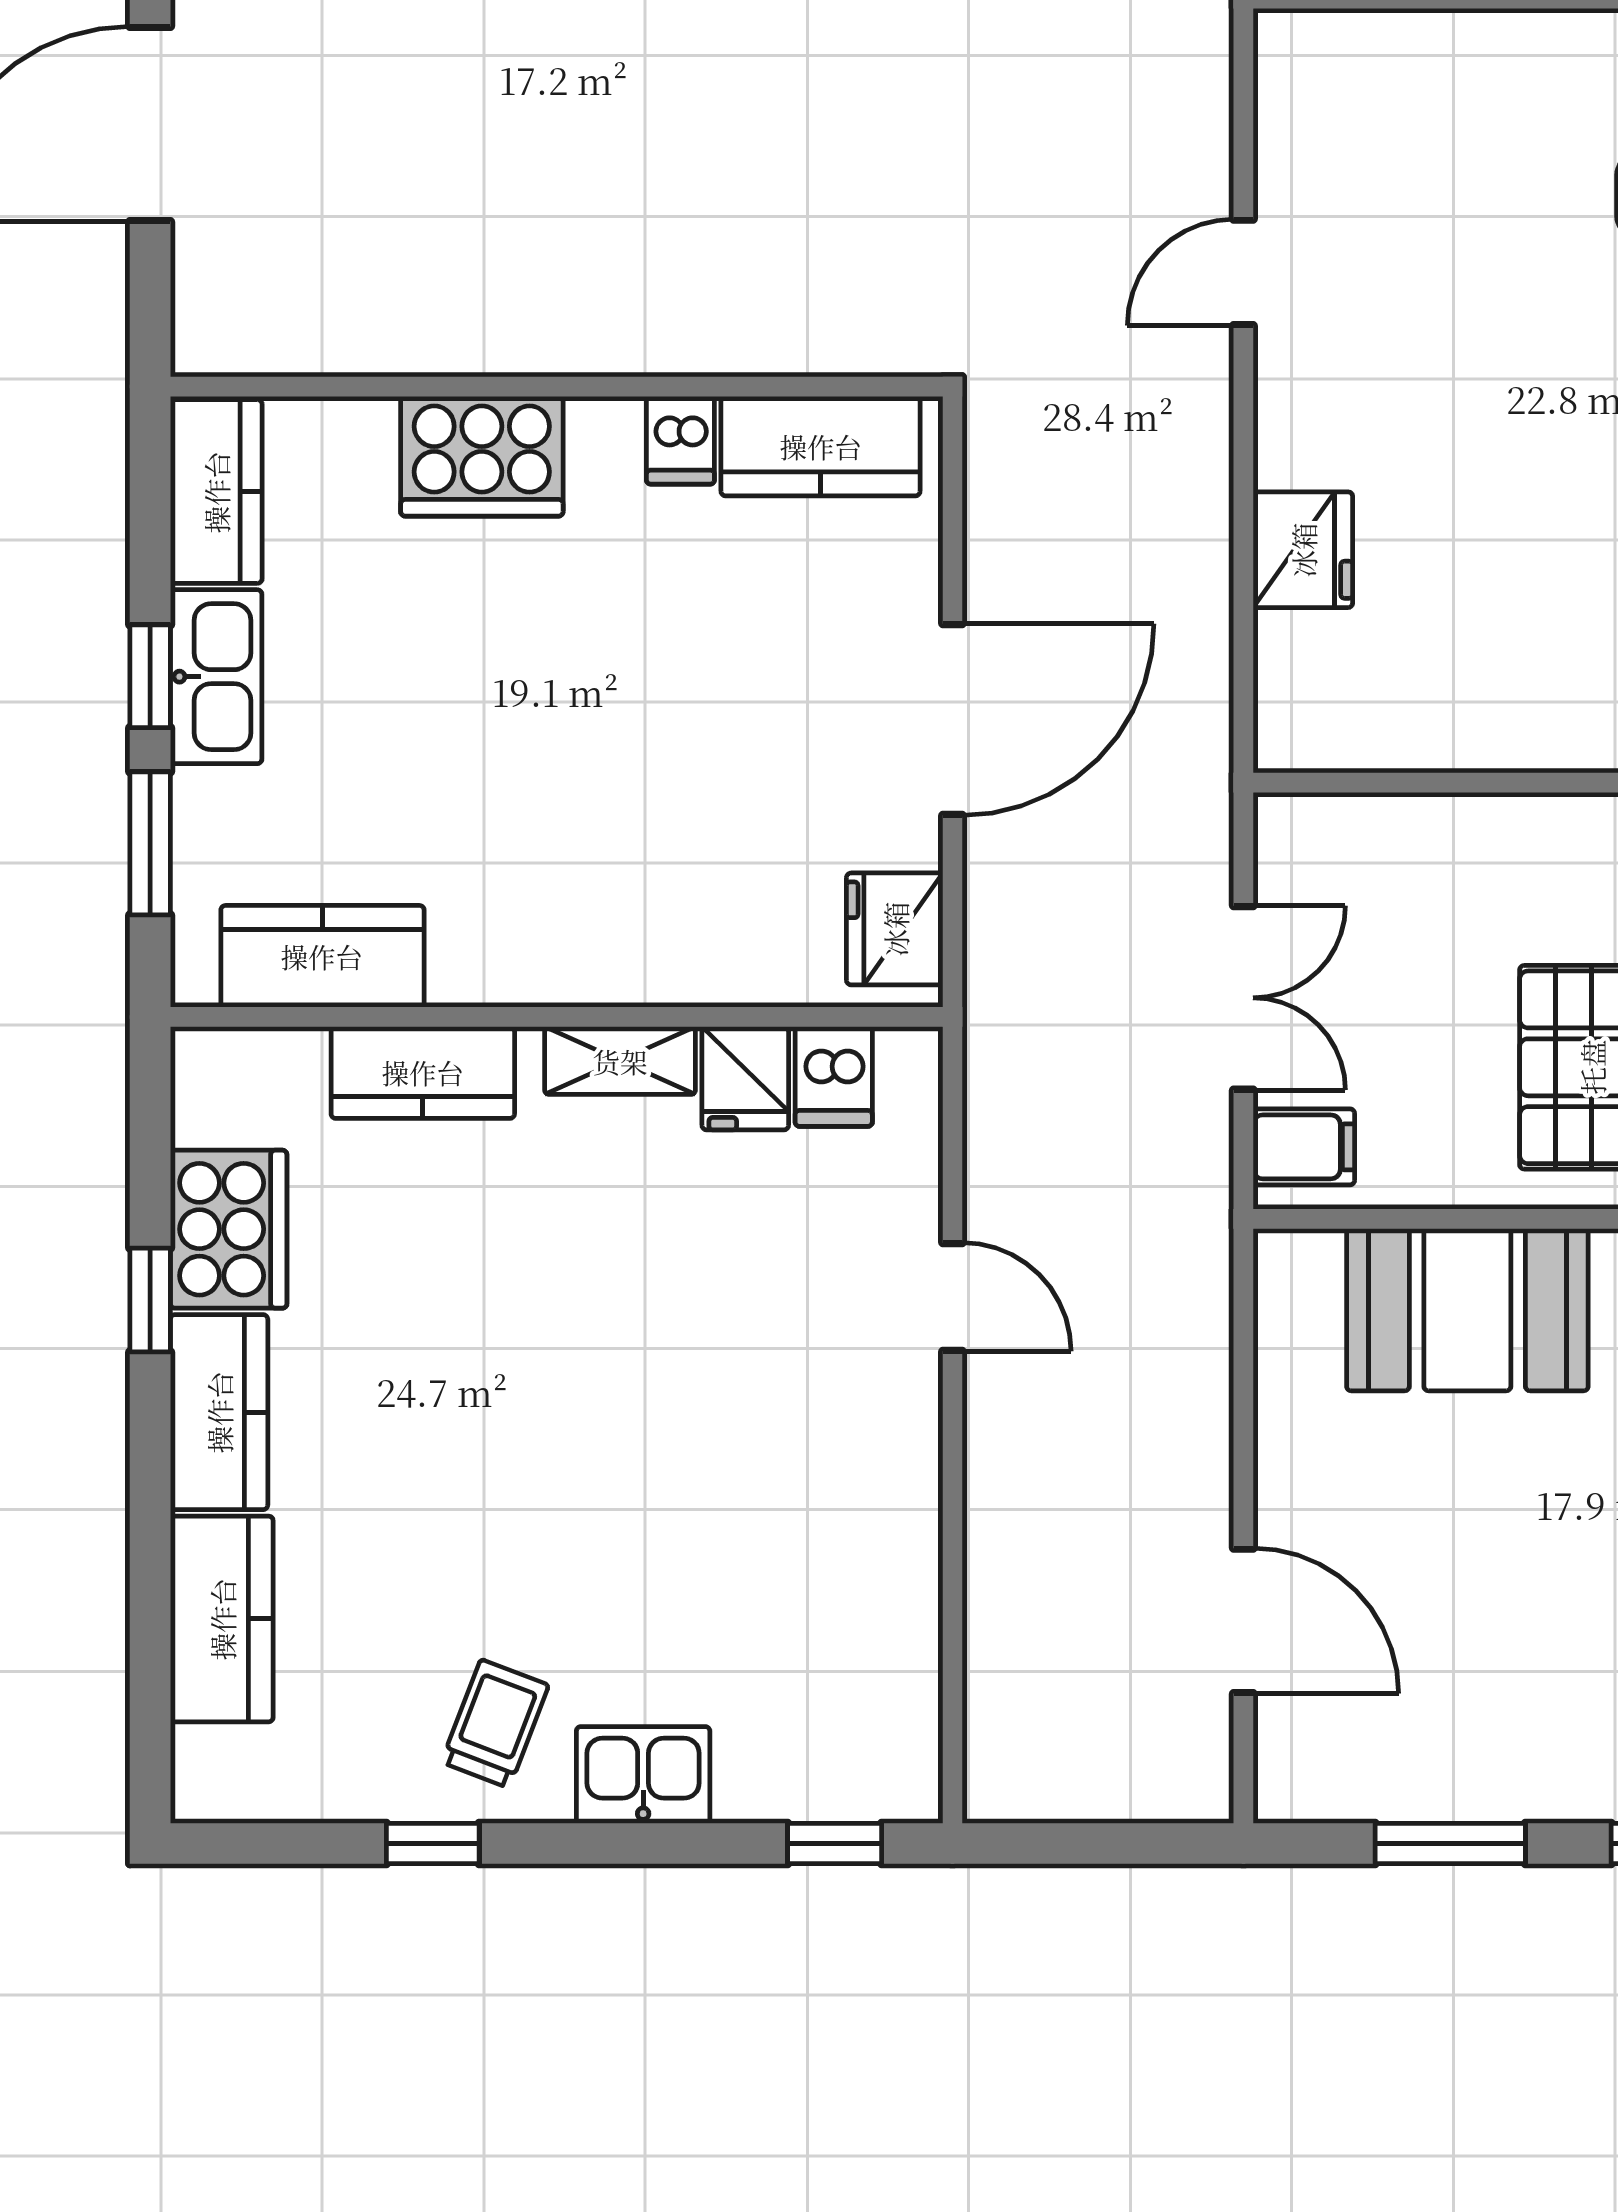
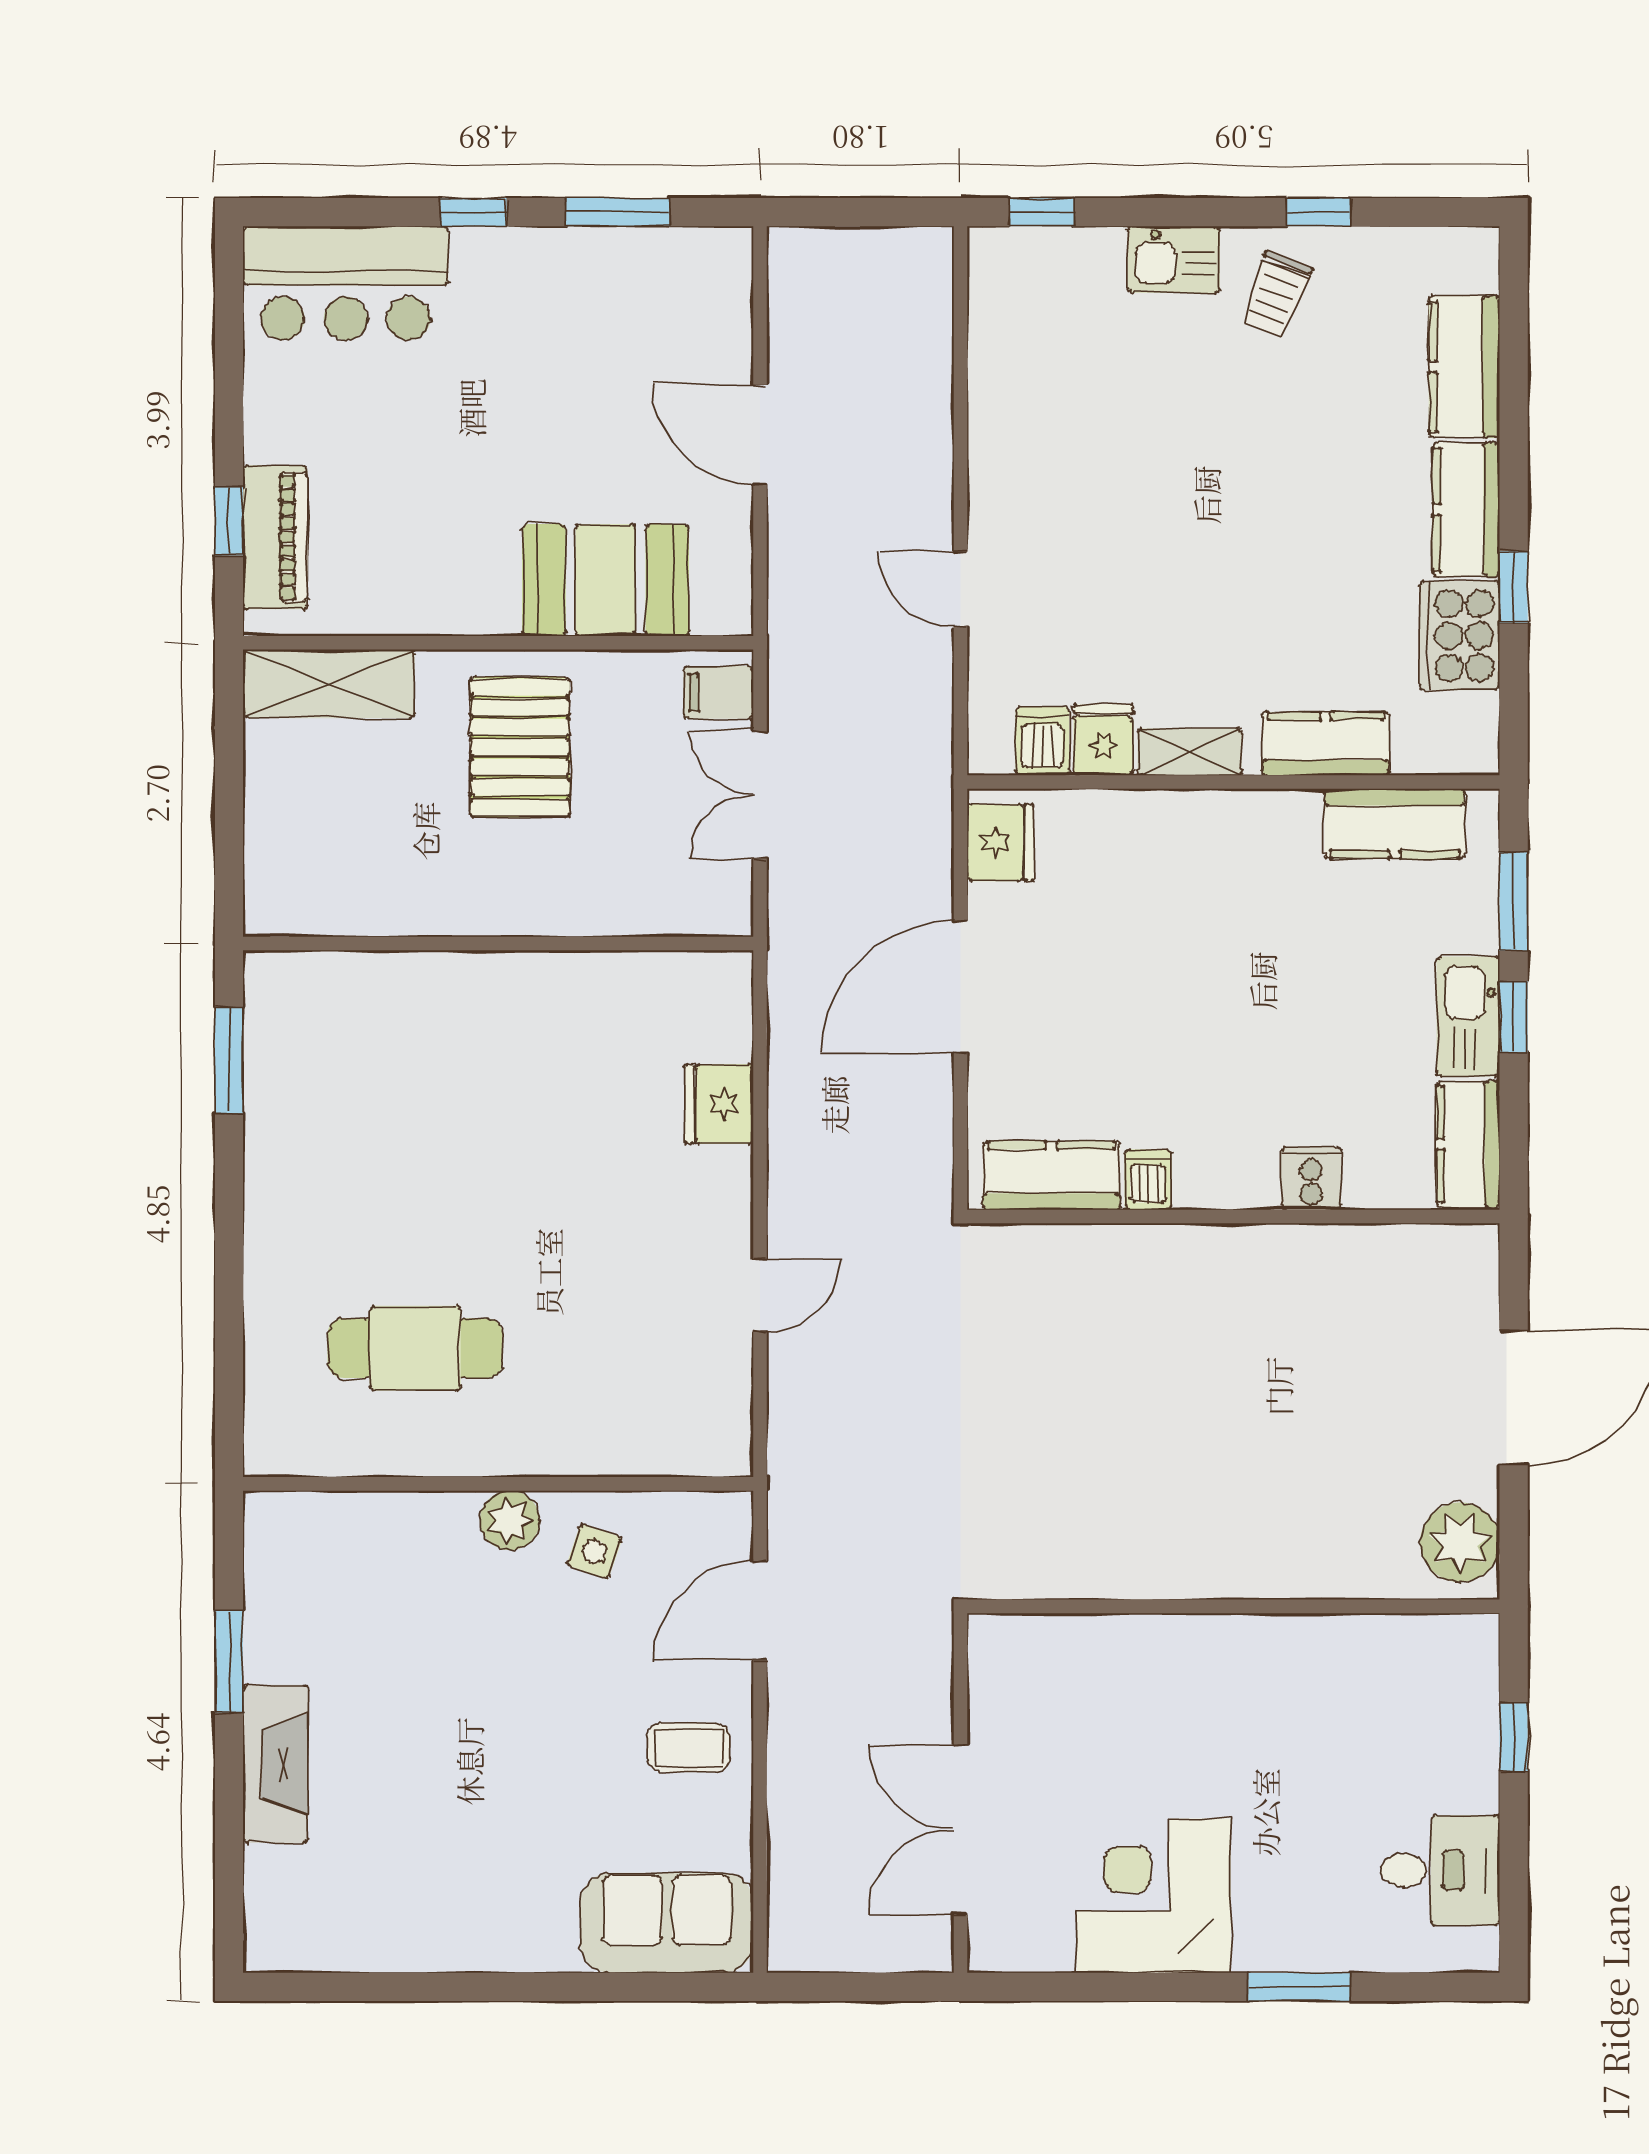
cooker: (482, 456) -> (1311, 1178), width x0.53, depth x0.76
door: (1243, 1621) -> (760, 435), moved

